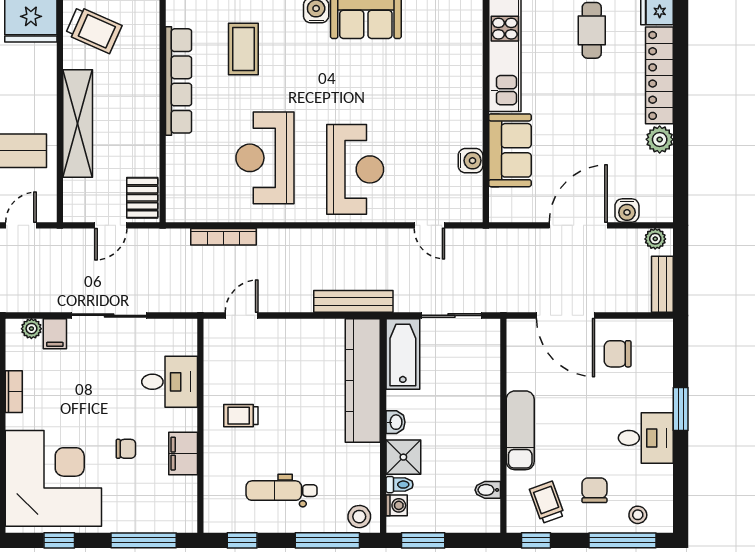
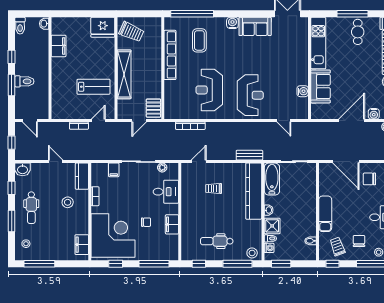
bench: (353, 301) -> (249, 155), width x0.73
plant: (31, 329) -> (162, 168), moved
trolley: (241, 416) -> (214, 189), moved

